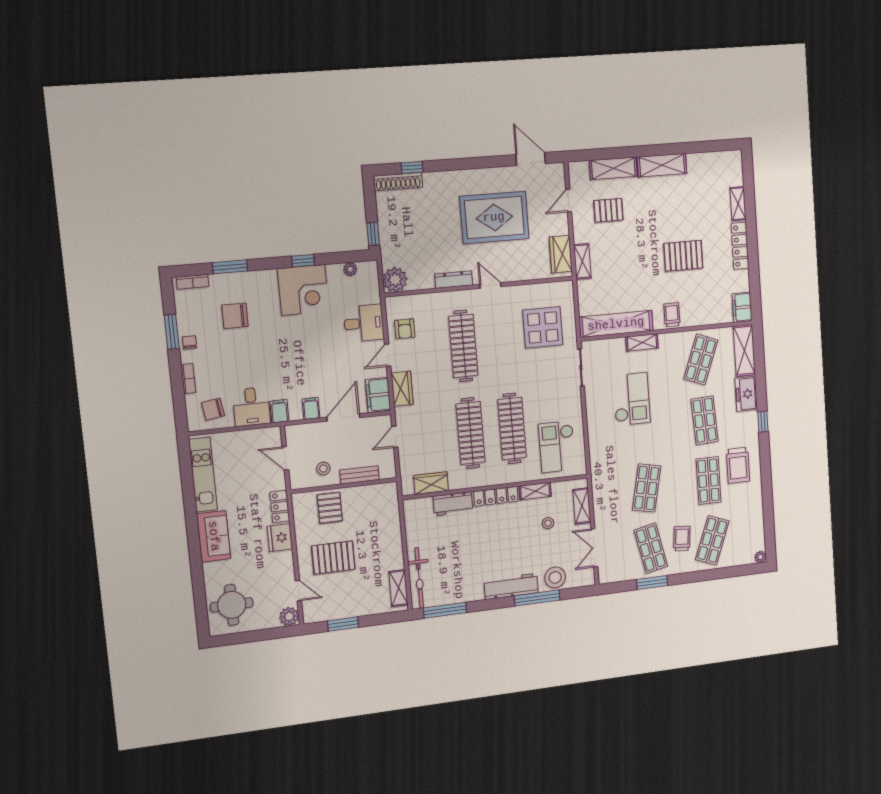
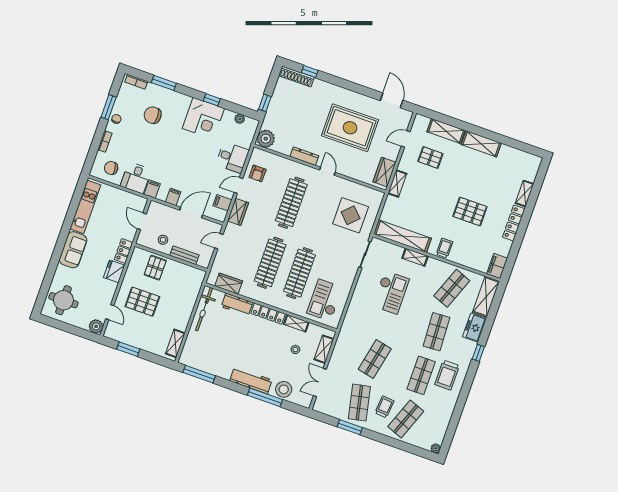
filing cabinet: (378, 395) -> (222, 203), width x0.50
bicycle: (419, 578) -> (204, 309), moved

